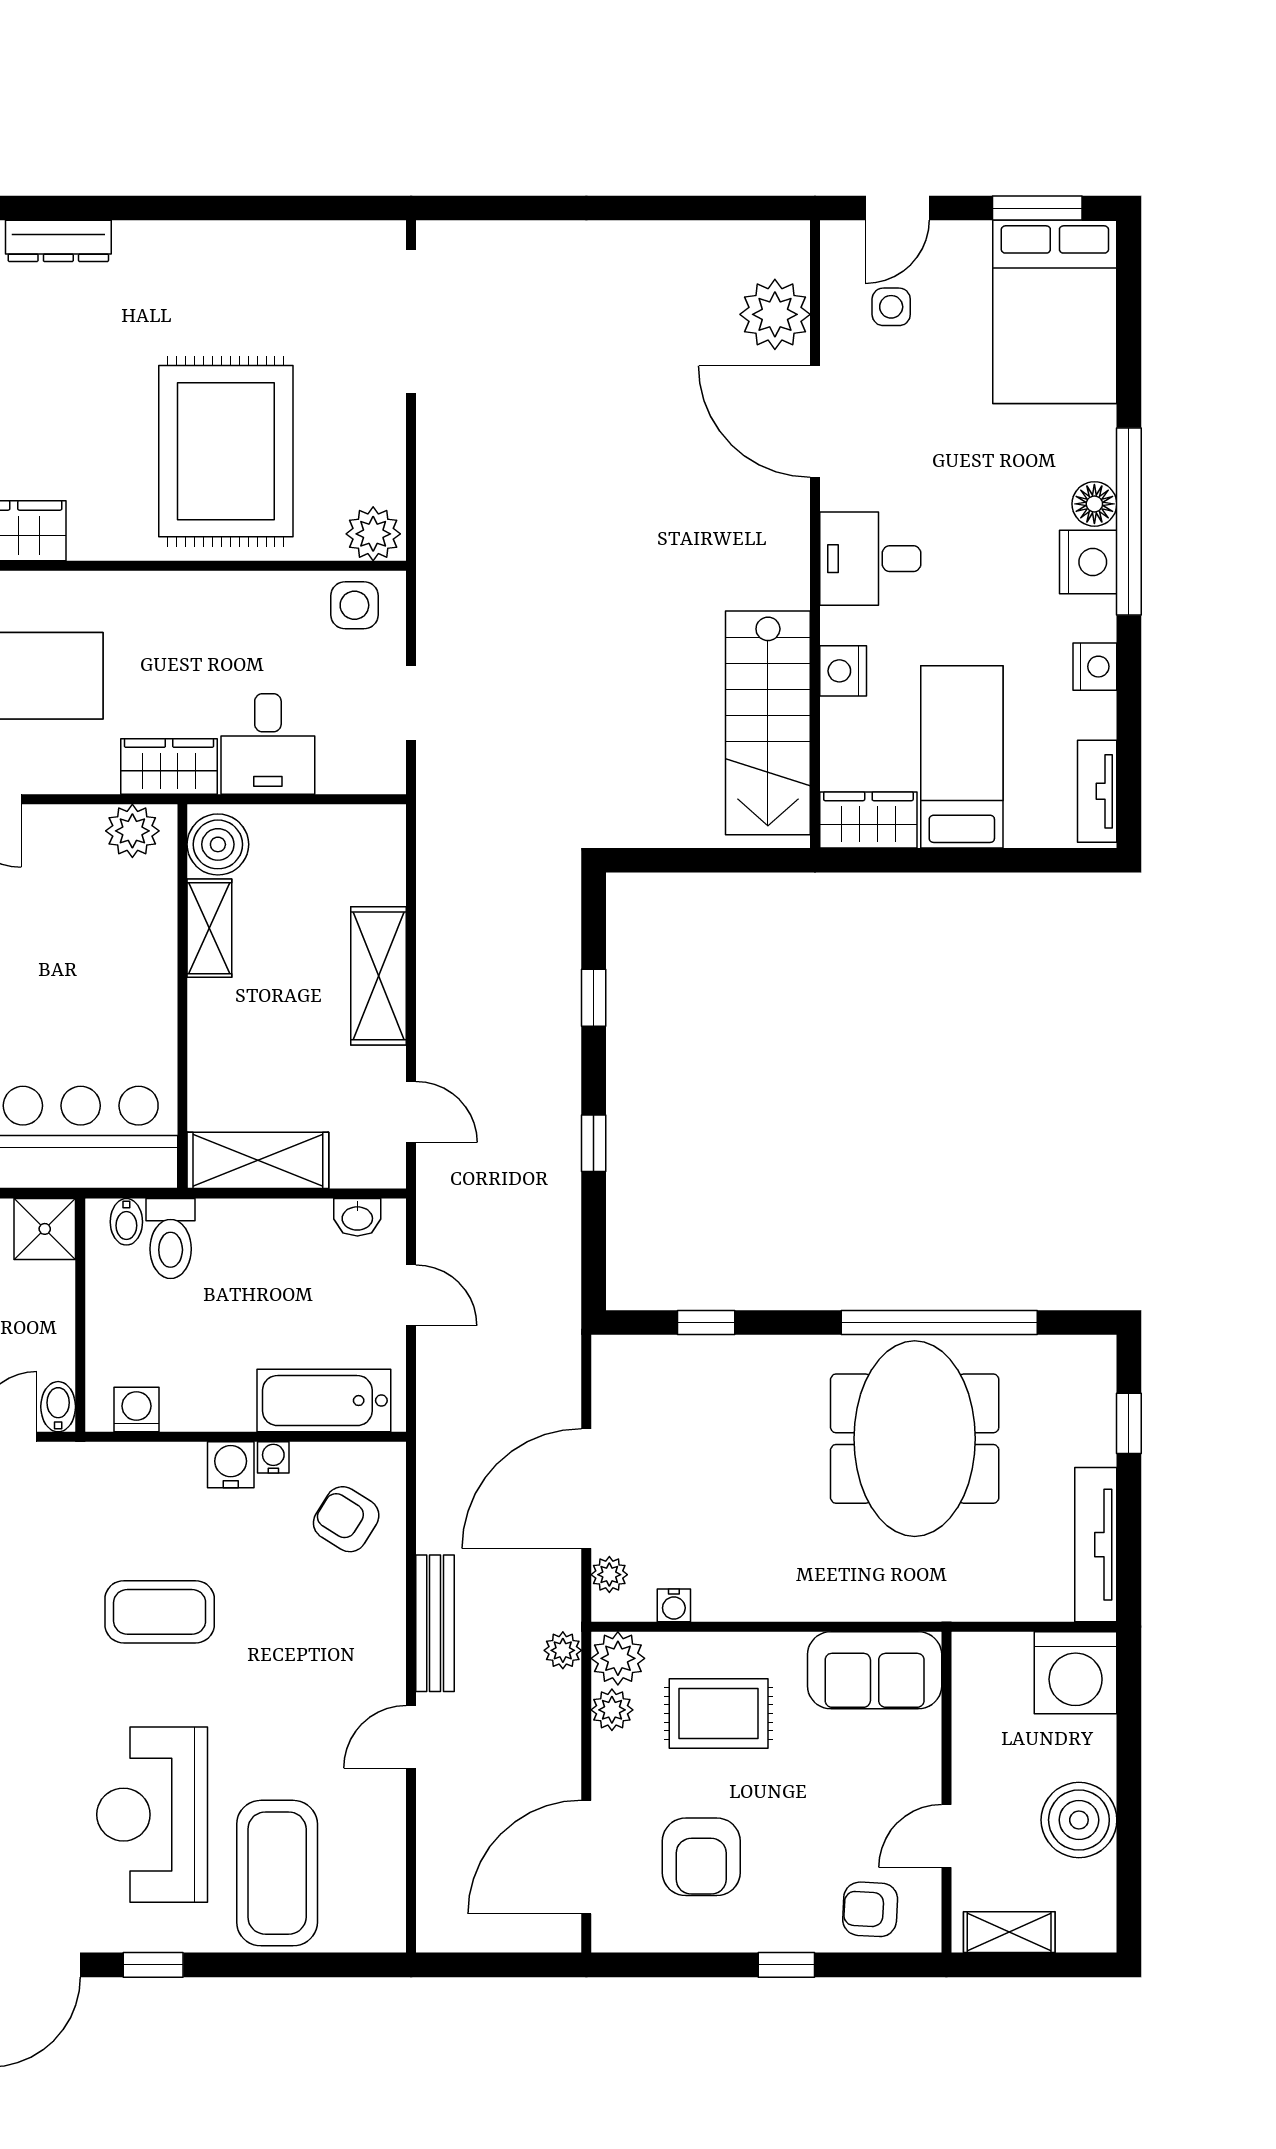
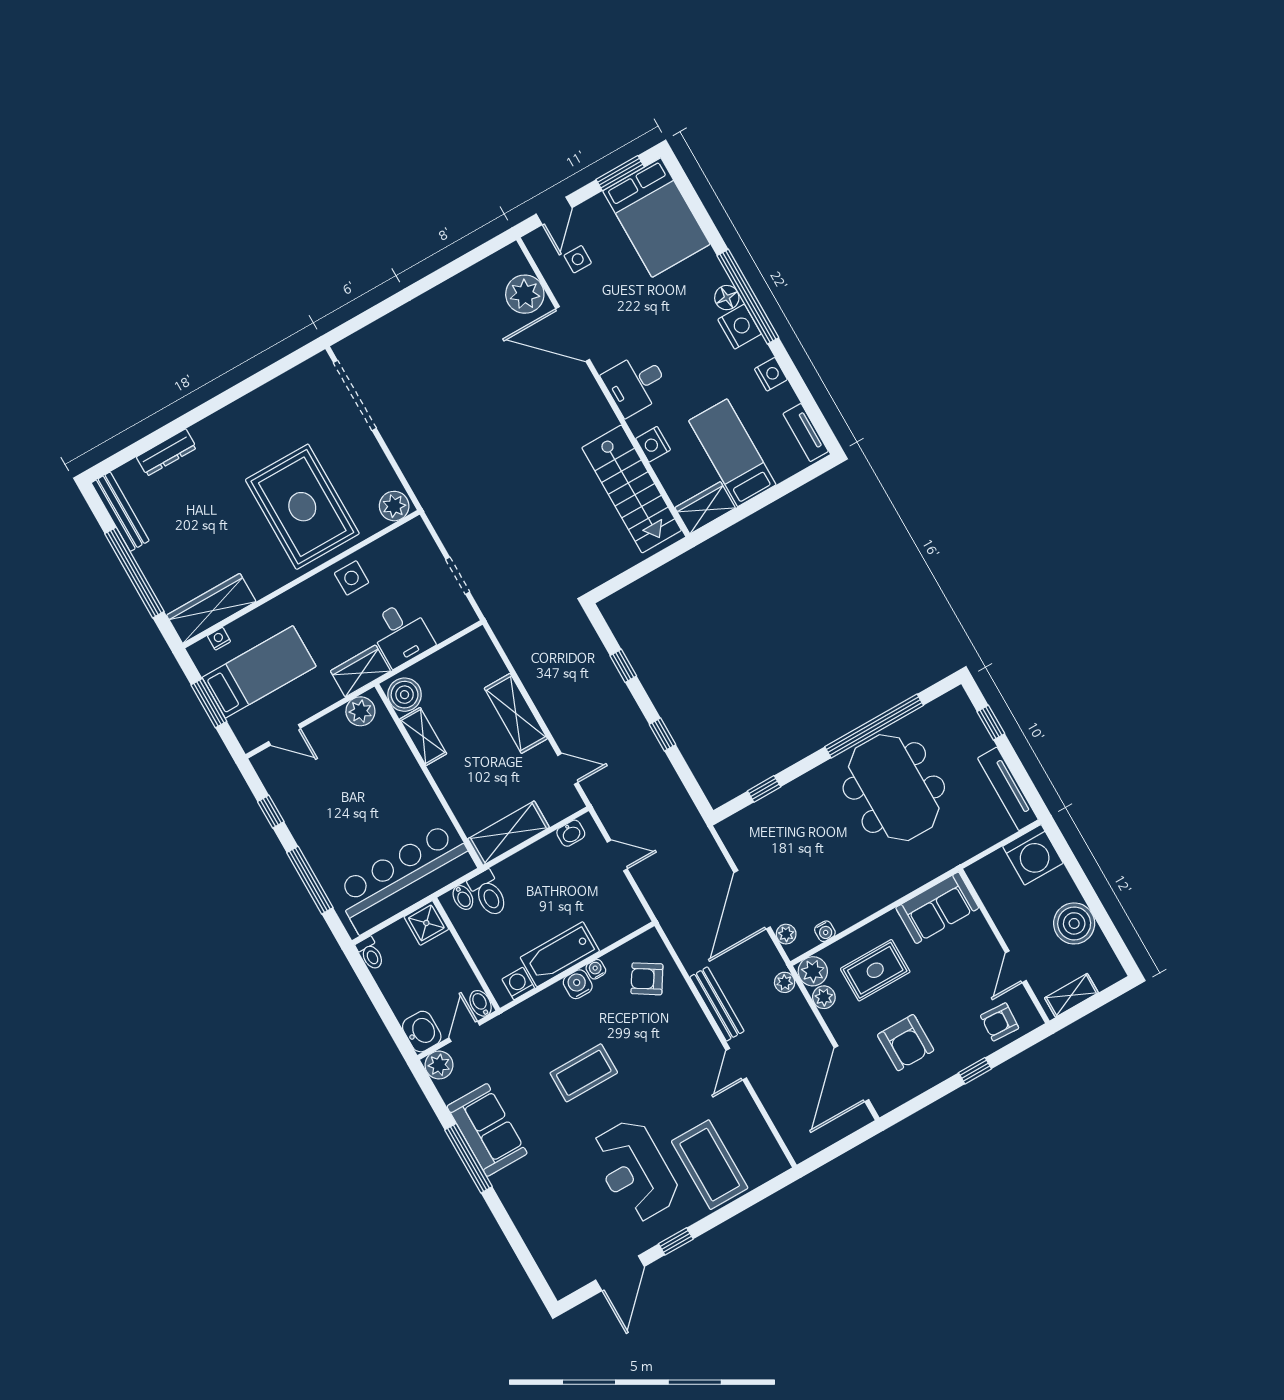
side table: (354, 605) -> (352, 578), moved
bathtub: (324, 1401) -> (560, 954), moved

